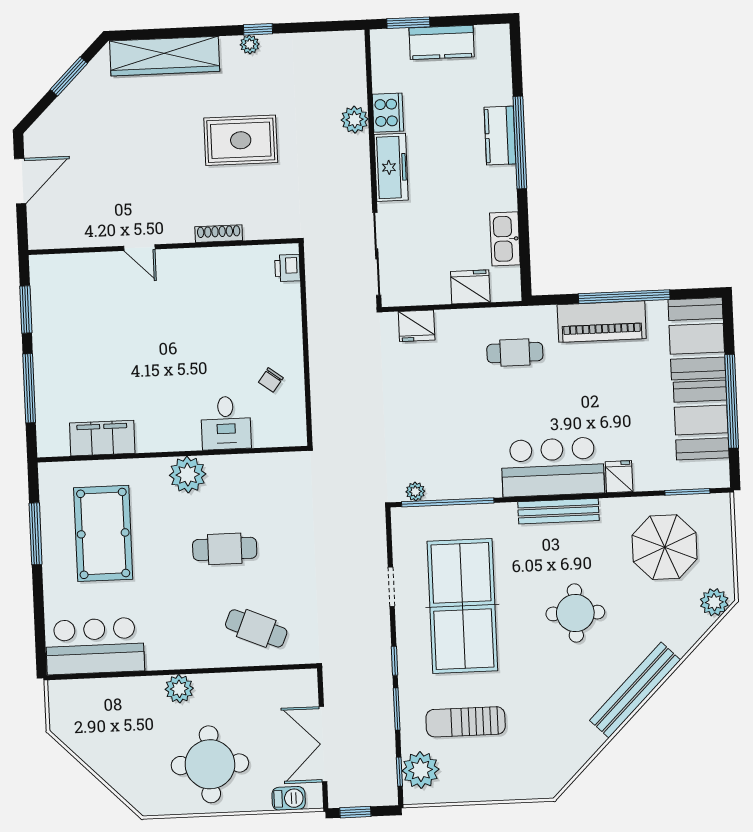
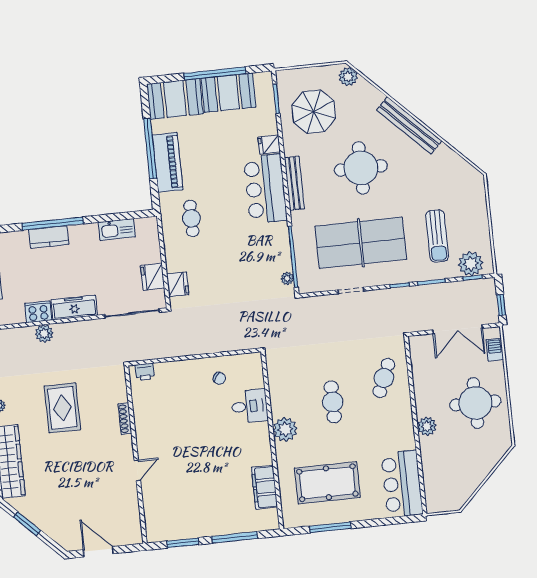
fridge: (470, 287) -> (153, 277), moved
round table: (575, 613) -> (361, 168), width x1.36, depth x1.36

